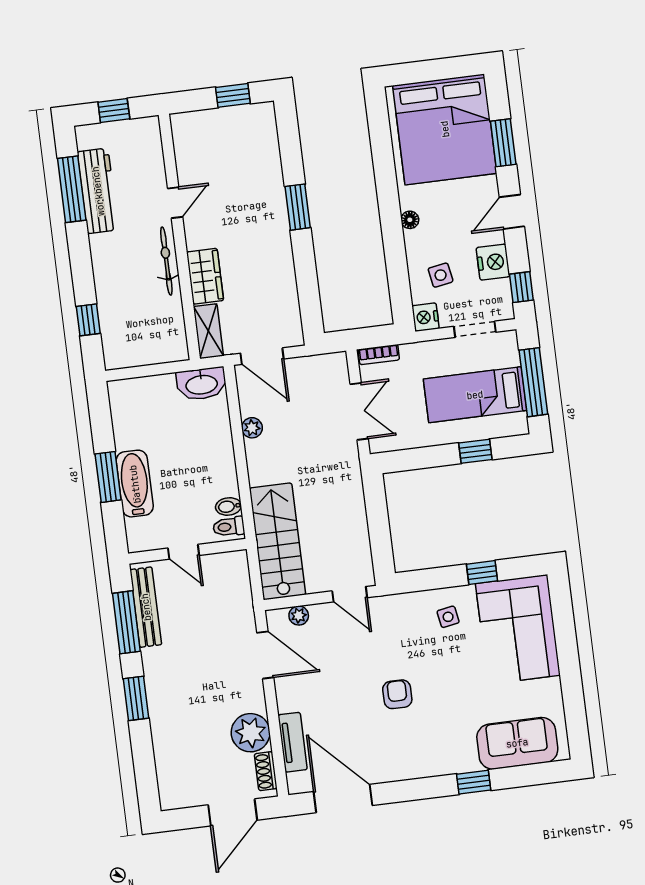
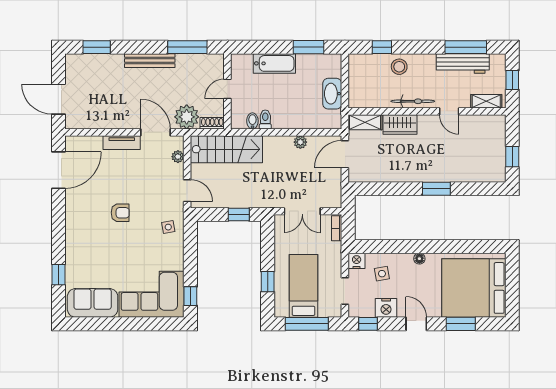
shelving: (152, 147) -> (486, 101), added
stool: (115, 289) -> (399, 67), added
washbasin: (201, 384) -> (332, 94), moved
window: (108, 477) -> (308, 47), moved
window: (377, 509) -> (239, 214), added
toilet: (229, 527) -> (265, 119), moved
window: (482, 572) -> (190, 296), moved
door: (350, 594) -> (187, 191), swing flipped
bench: (146, 607) -> (150, 61), moved
side table: (448, 617) -> (168, 227), moved
door: (265, 655) -> (156, 132), swing flipped
window: (136, 698) -> (97, 47), moved
plant: (251, 733) -> (187, 117), moved
tv unit: (293, 742) -> (122, 143), moved
sofa: (517, 743) -> (93, 303), moved, turned -90
shoe rack: (266, 771) -> (212, 123), moved
window: (474, 782) -> (58, 275), moved

